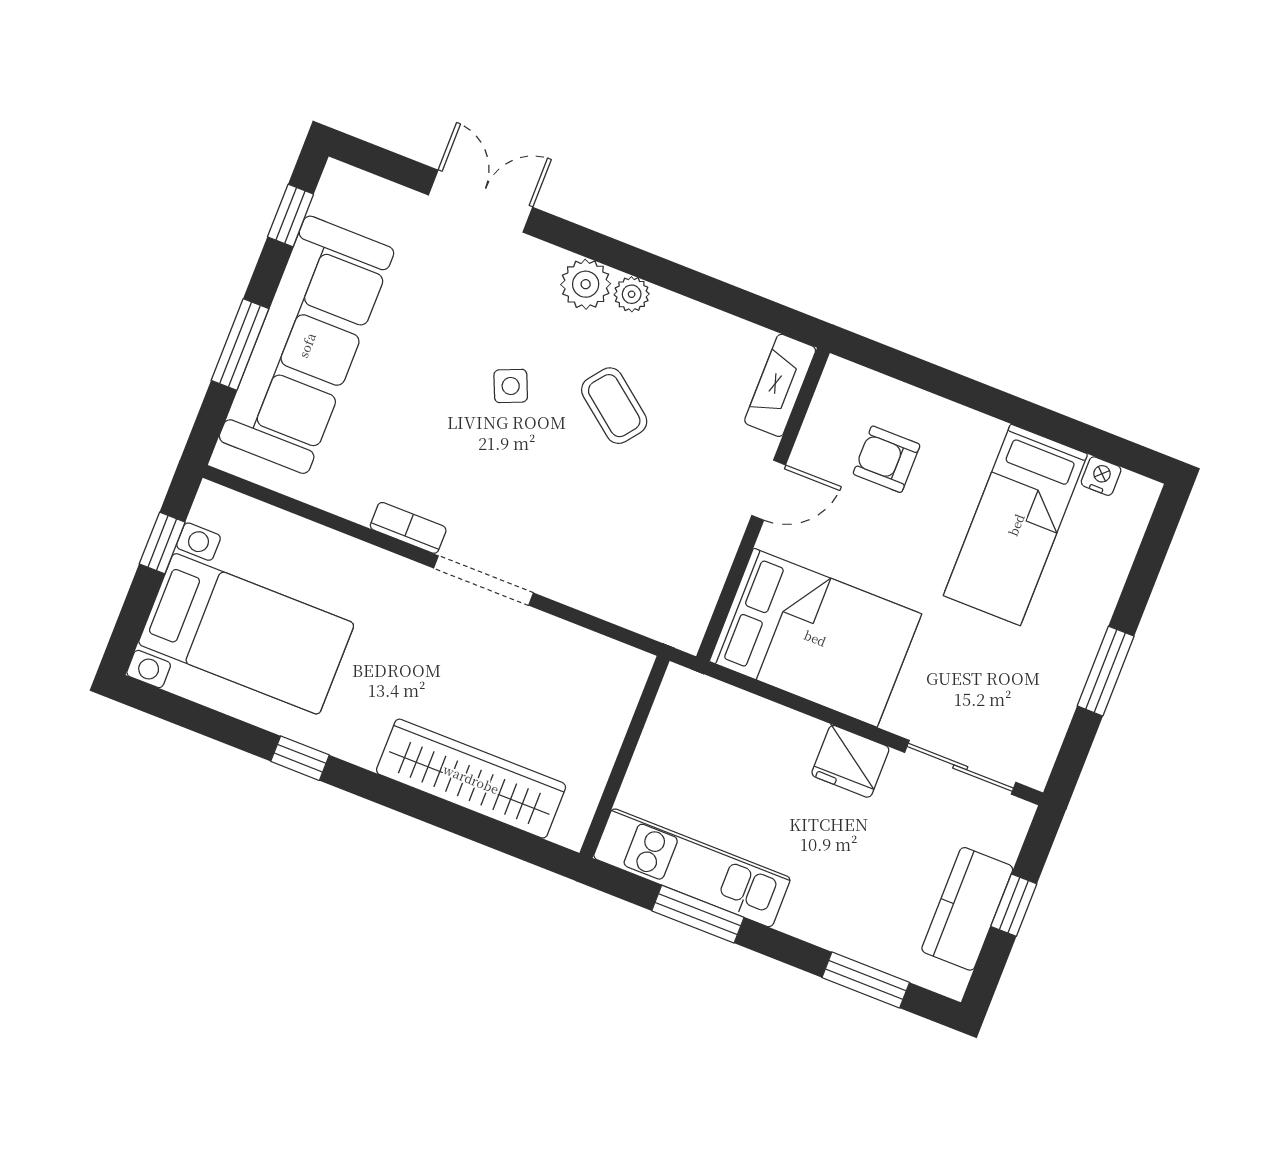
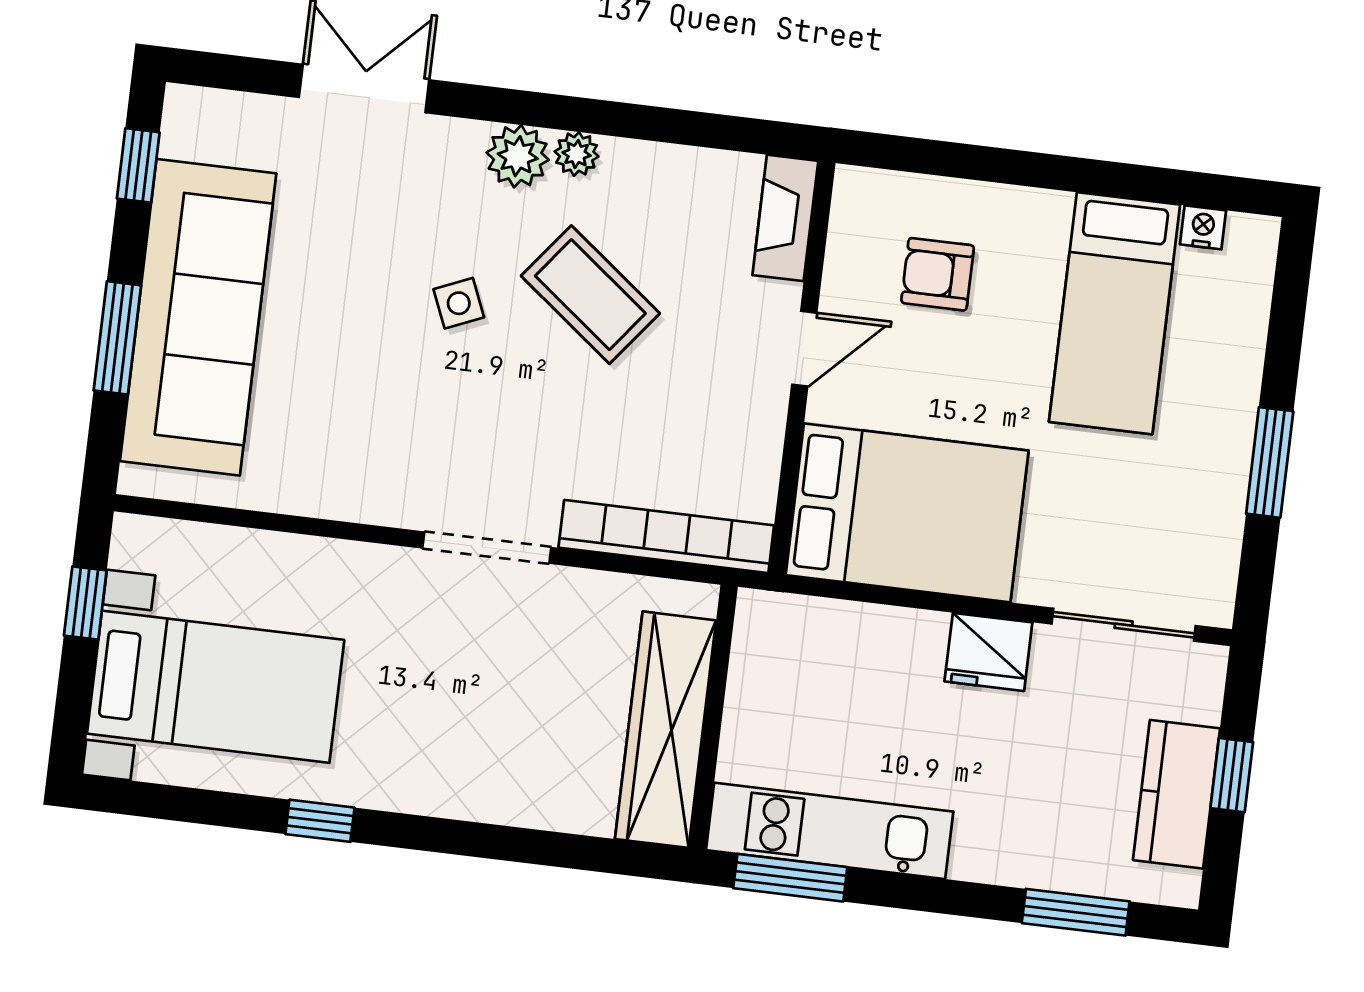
coffee table: (614, 406) -> (590, 295), width x1.36, depth x1.30
bookcase: (408, 528) -> (666, 537), moved, width x2.31, depth x1.31
wardrobe: (471, 779) -> (666, 730), moved, turned -90
window: (698, 914) -> (790, 878), moved

